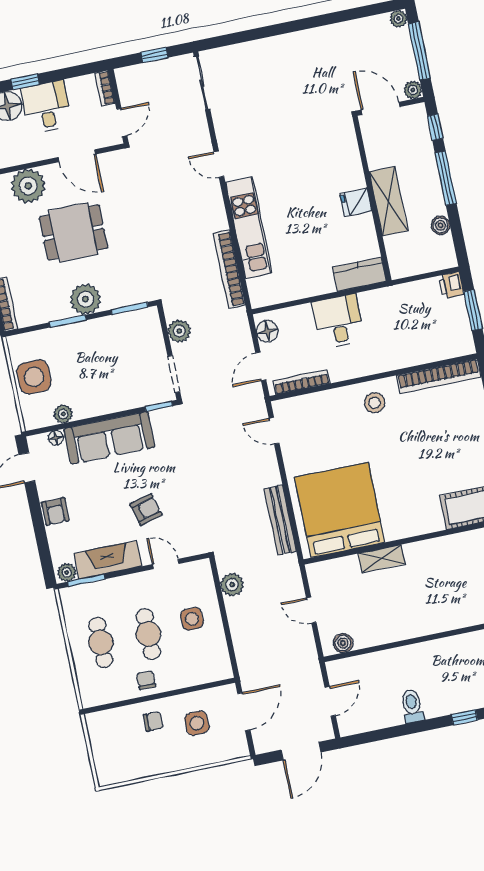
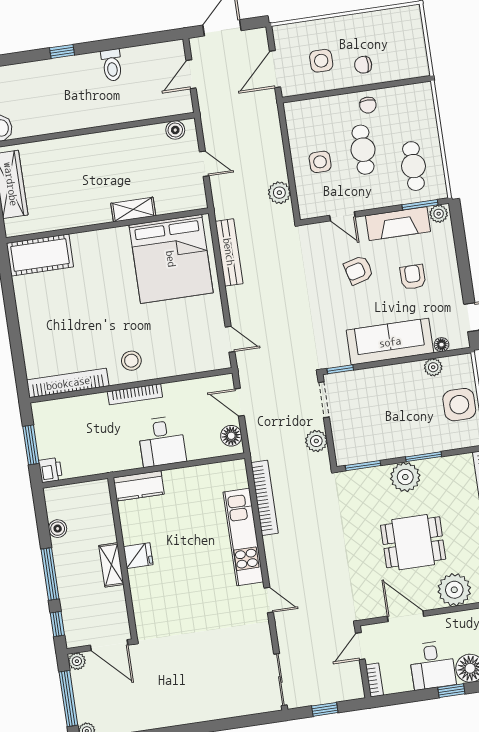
shelving: (388, 201) -> (111, 565), width x0.67, depth x0.75
door: (261, 366) -> (239, 402), swing flipped
bookcase: (302, 382) -> (135, 394), moved
armchair: (55, 511) -> (413, 277), moved
cafe table: (101, 642) -> (413, 166), moved

